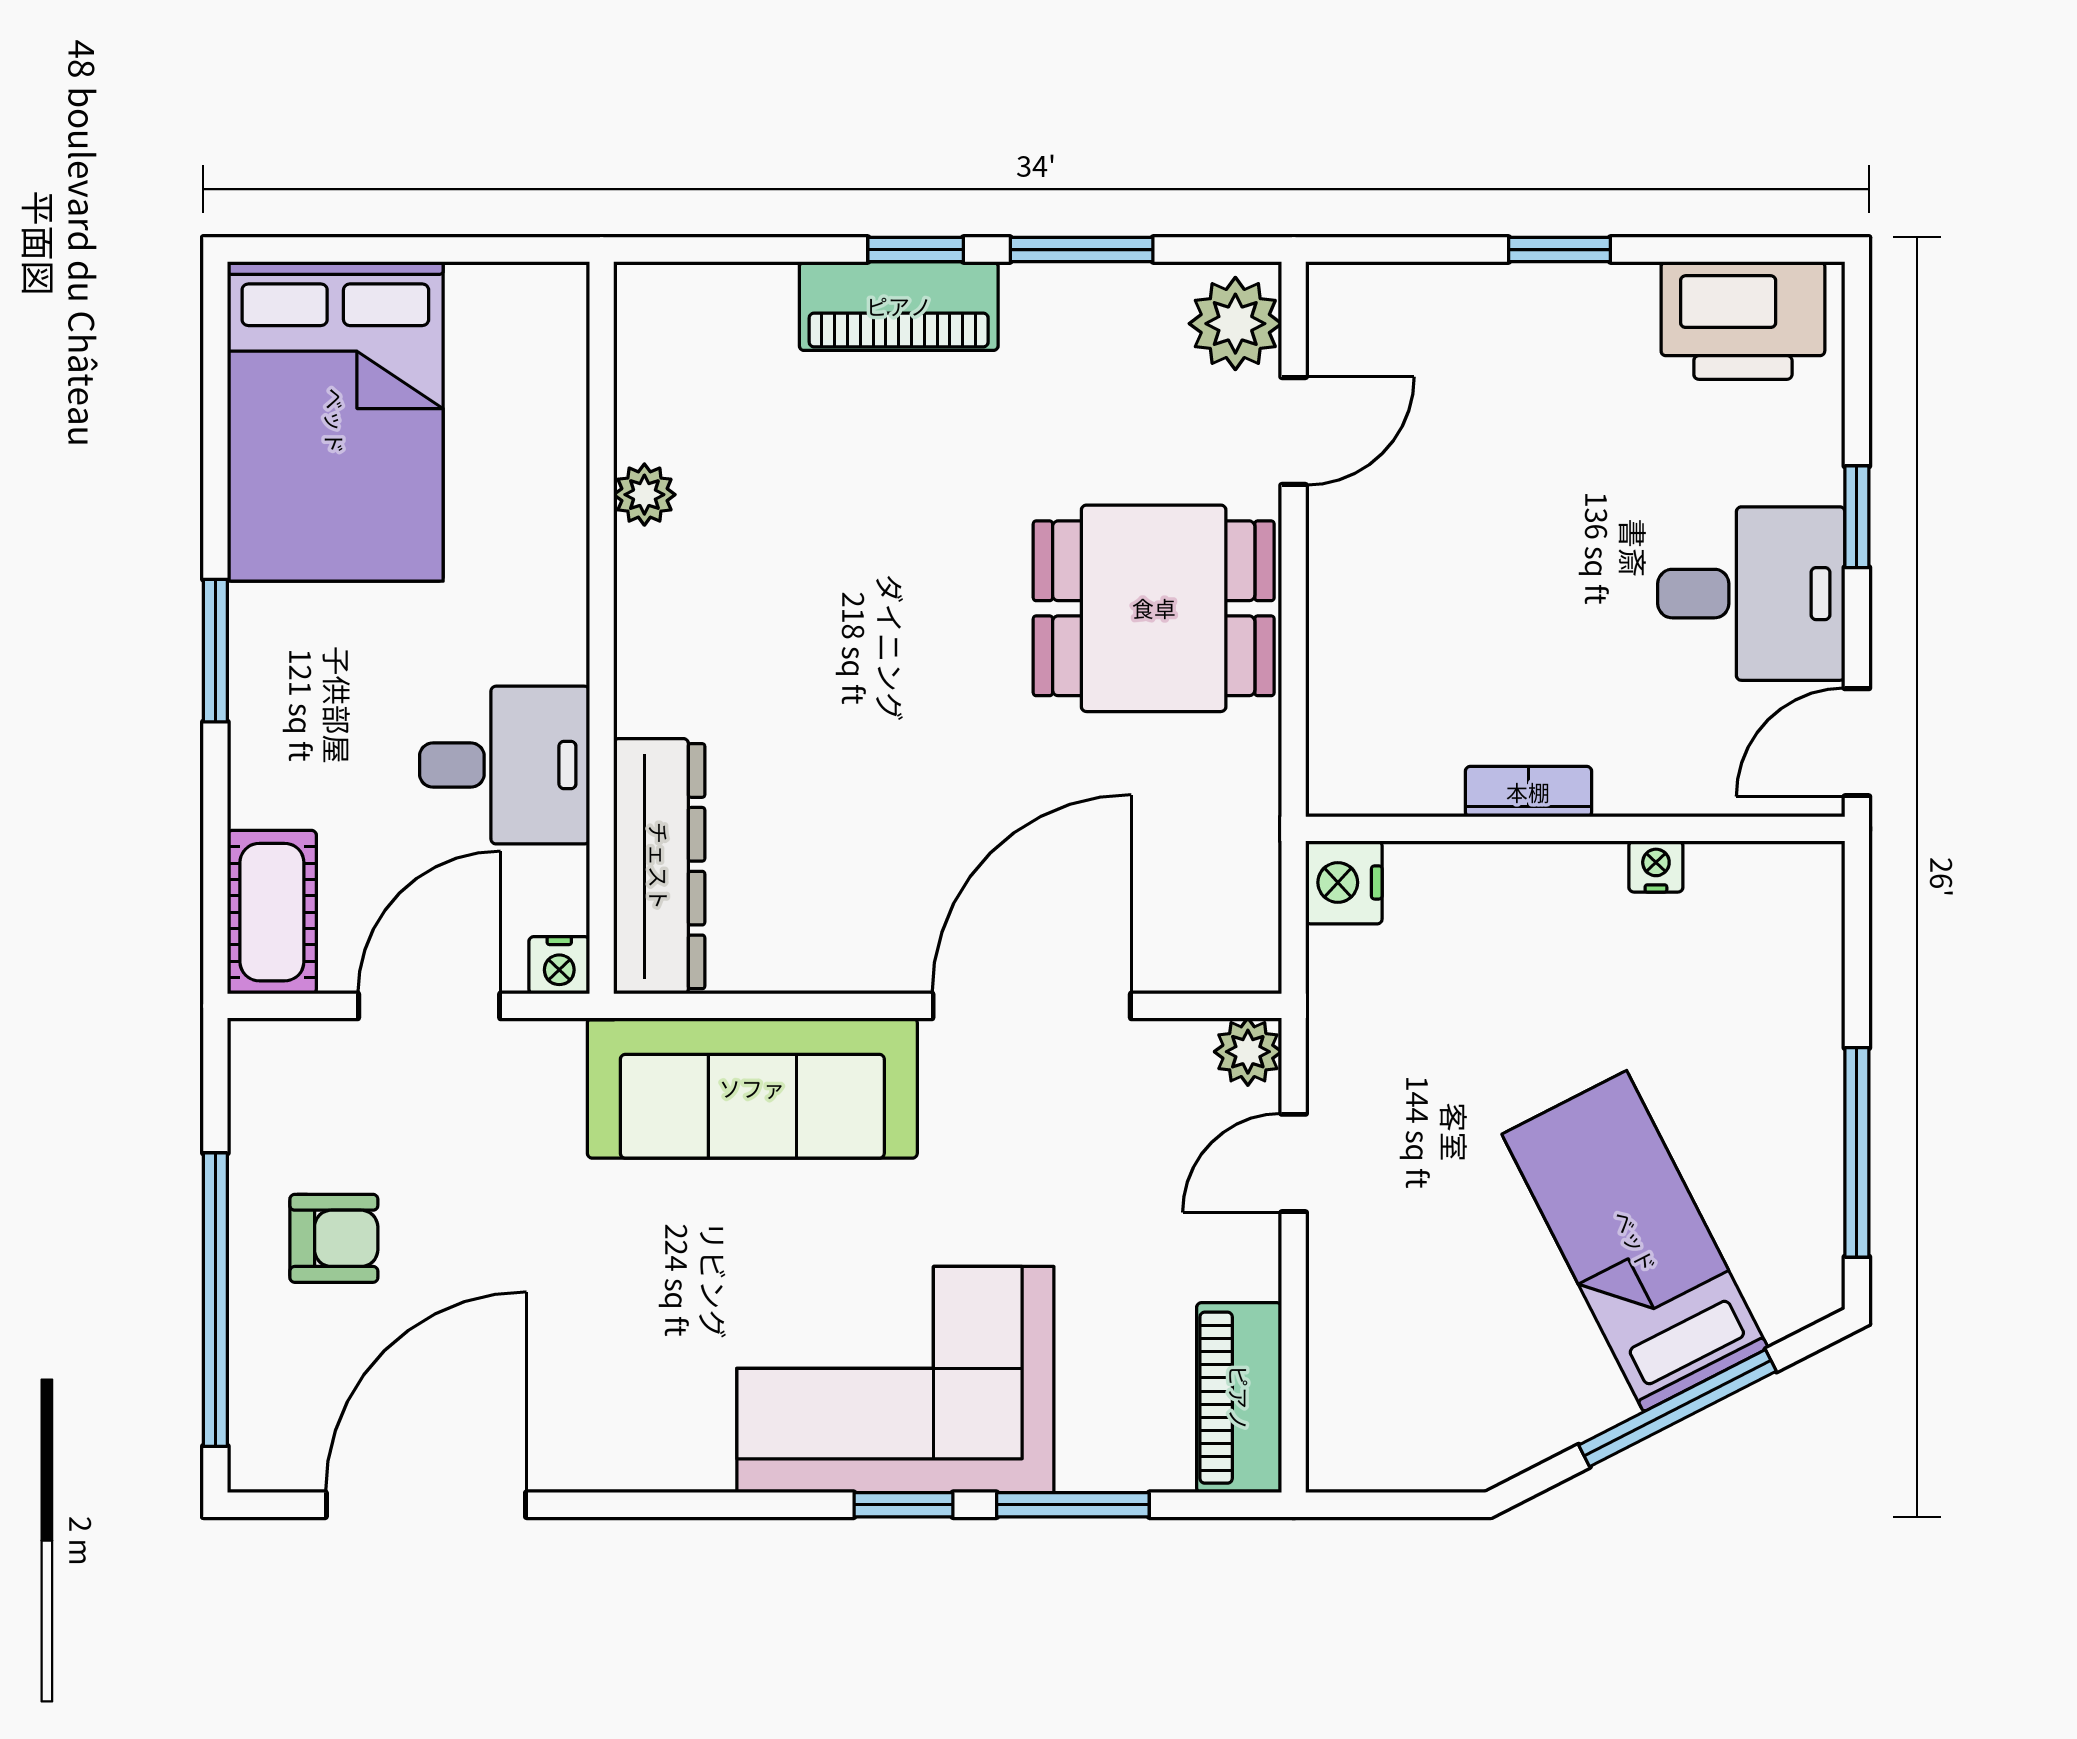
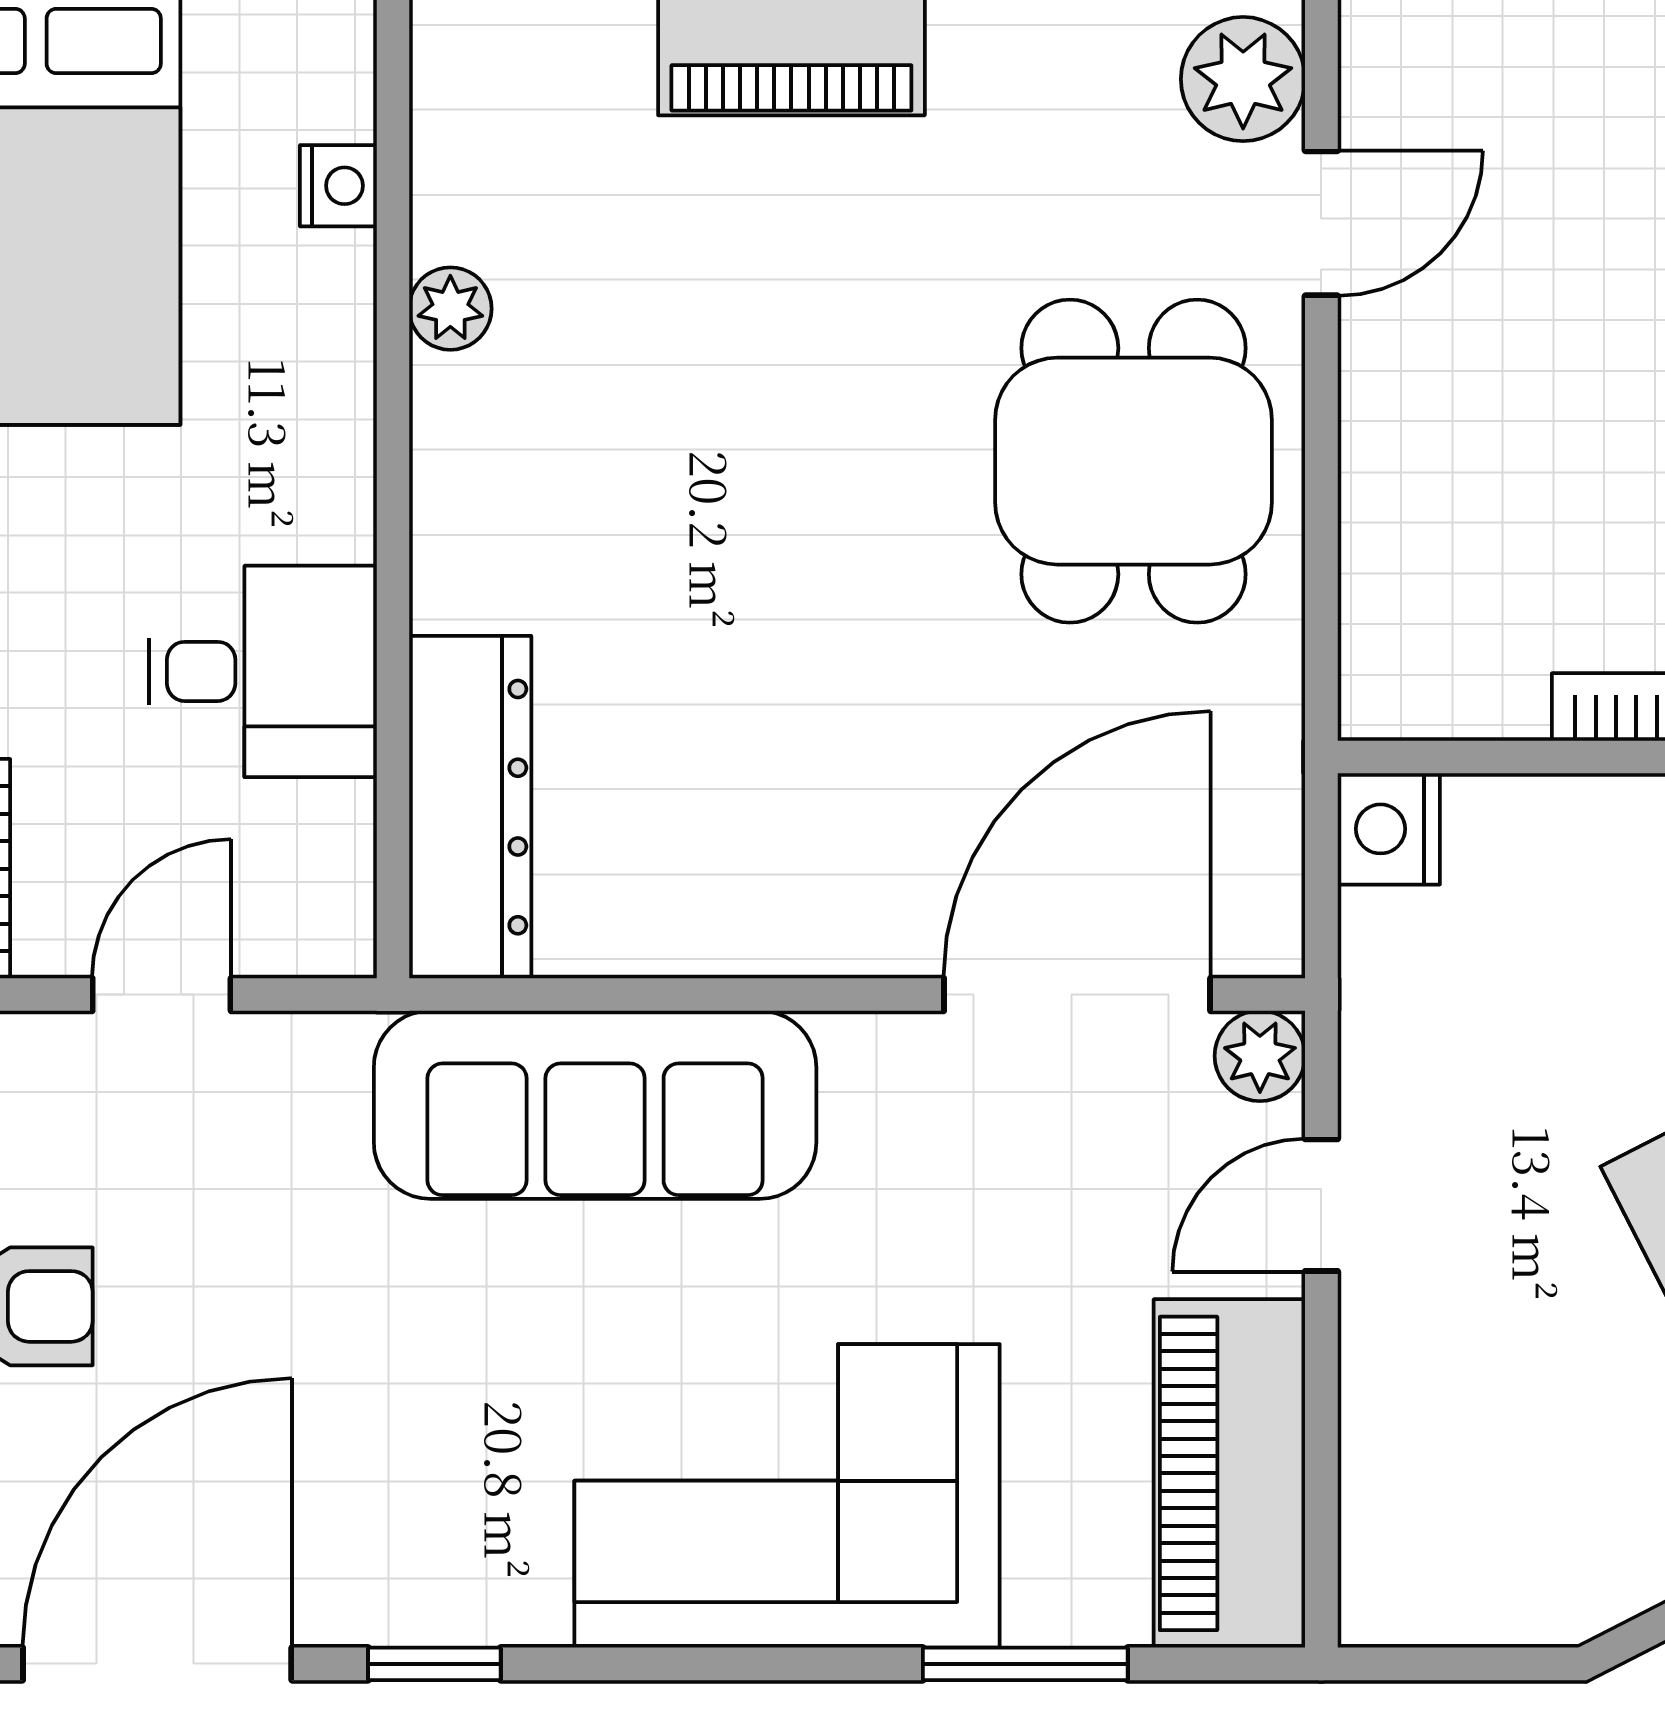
dining table: (1154, 608) -> (1134, 461), turned 90
nightstand: (559, 965) -> (338, 186), moved, turned -90
door: (429, 1006) -> (162, 995), width x0.73
door: (1032, 1006) -> (1077, 995), moved
piano: (1239, 1398) -> (1229, 1473), width x1.37, depth x1.33
window: (903, 1505) -> (434, 1664), moved

